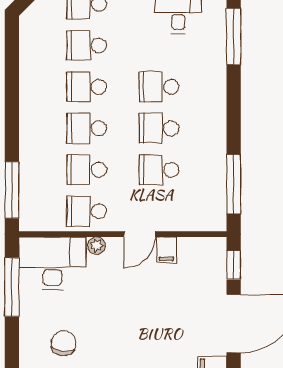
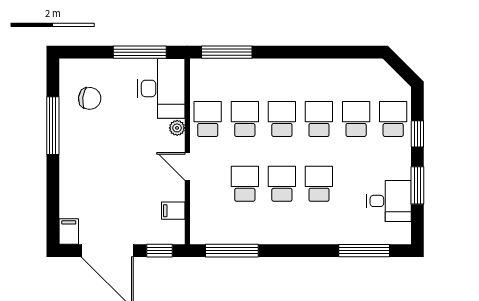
filing cabinet: (166, 250) -> (173, 211), moved

